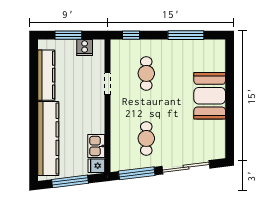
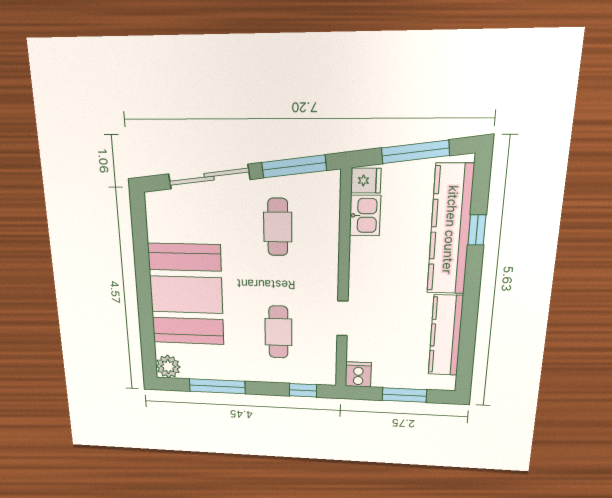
plant: (217, 47) -> (168, 366), added
cooker: (85, 48) -> (358, 374), moved
booth: (210, 96) -> (186, 295), width x1.36, depth x1.42
window: (34, 139) -> (477, 230), added

